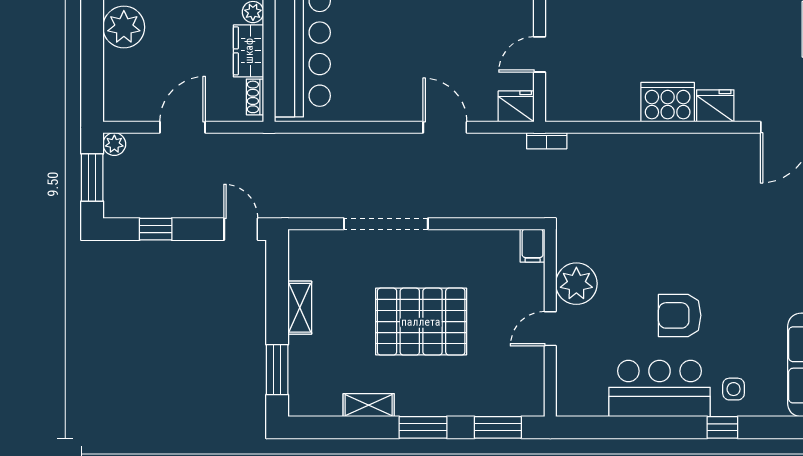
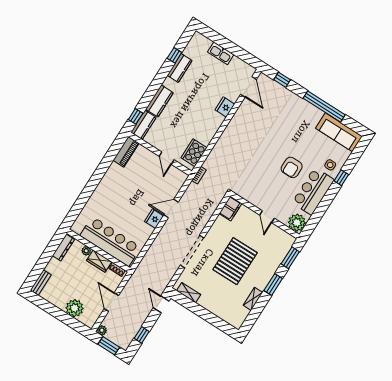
plant: (124, 27) -> (75, 308), moved
cooker: (668, 102) -> (194, 153), moved
fridge: (516, 106) -> (154, 219), moved
door: (241, 229) -> (161, 304), hinge flipped
filing cabinet: (533, 246) -> (230, 208), width x2.00
plant: (576, 284) -> (297, 223), moved
shelving: (300, 308) -> (189, 293), moved
window: (277, 370) -> (219, 324), removed

